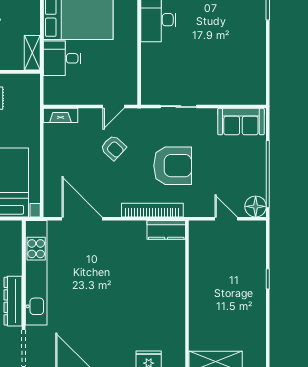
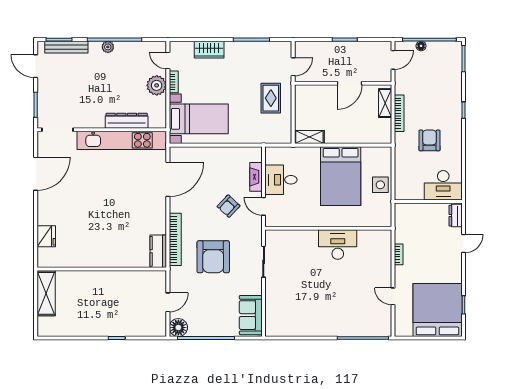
desk: (62, 58) -> (281, 180), moved, turned -90
fireplace: (60, 115) -> (256, 177), moved
dresser: (13, 301) -> (127, 121), moved

